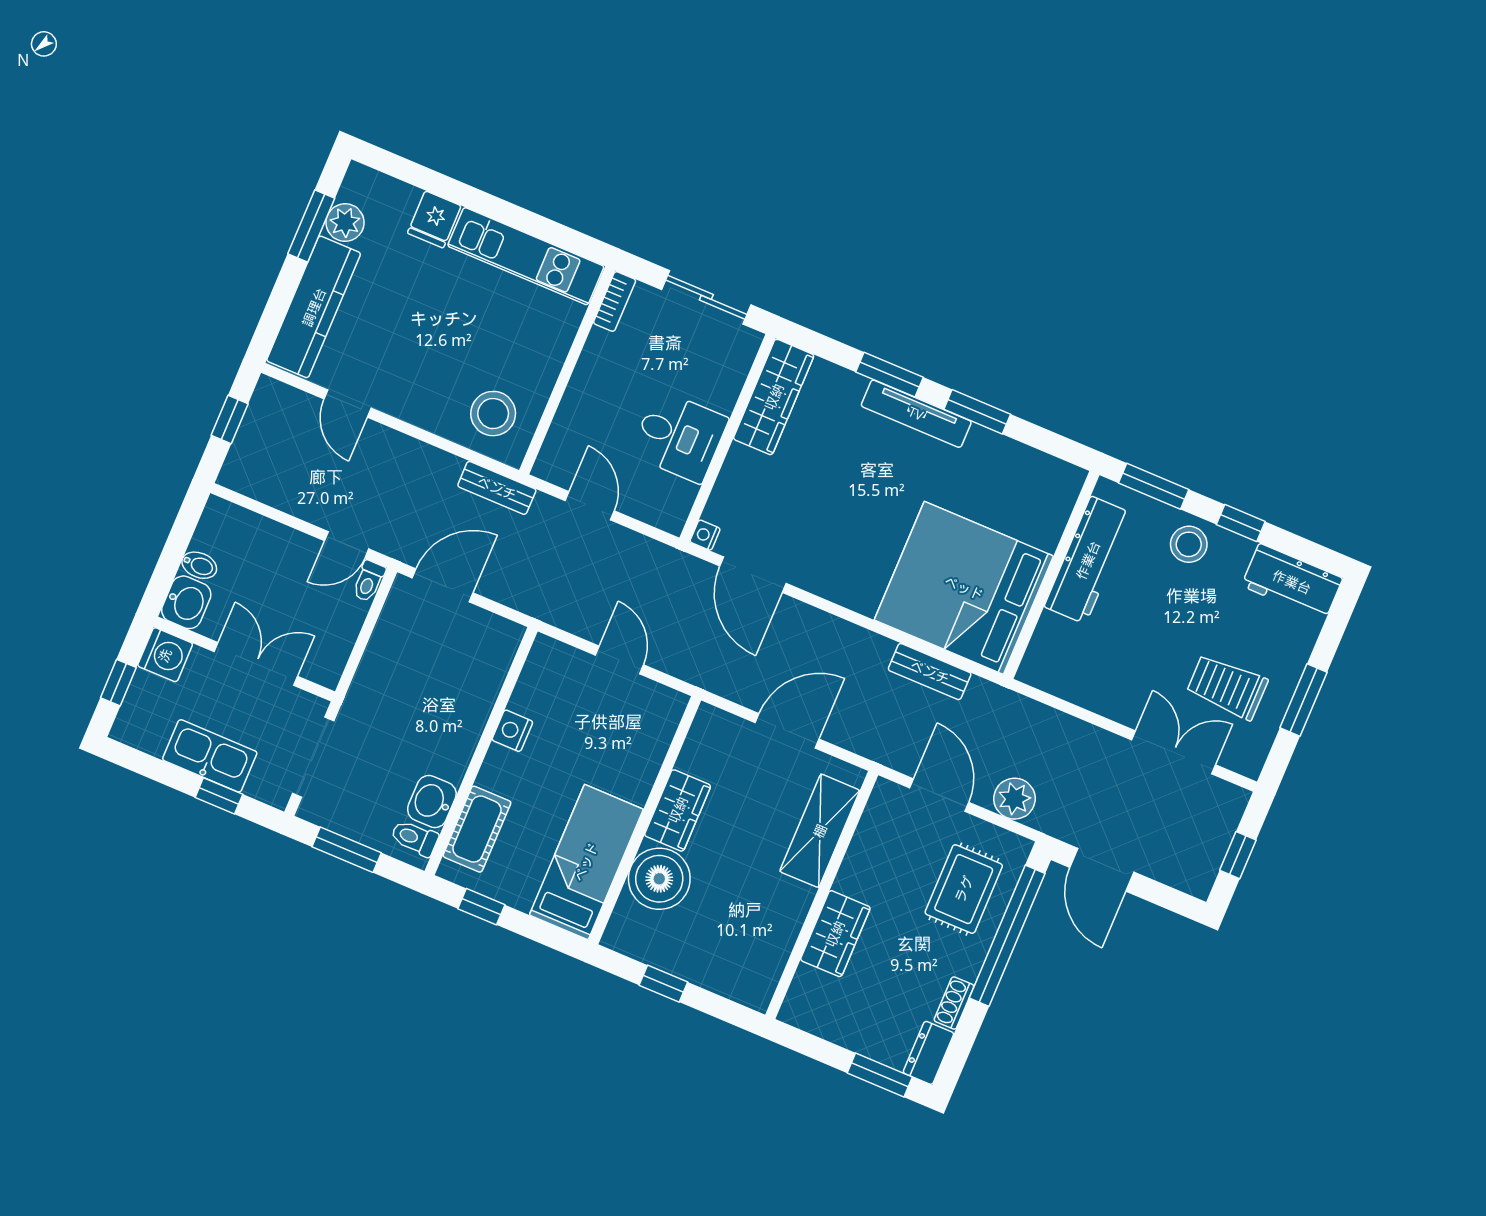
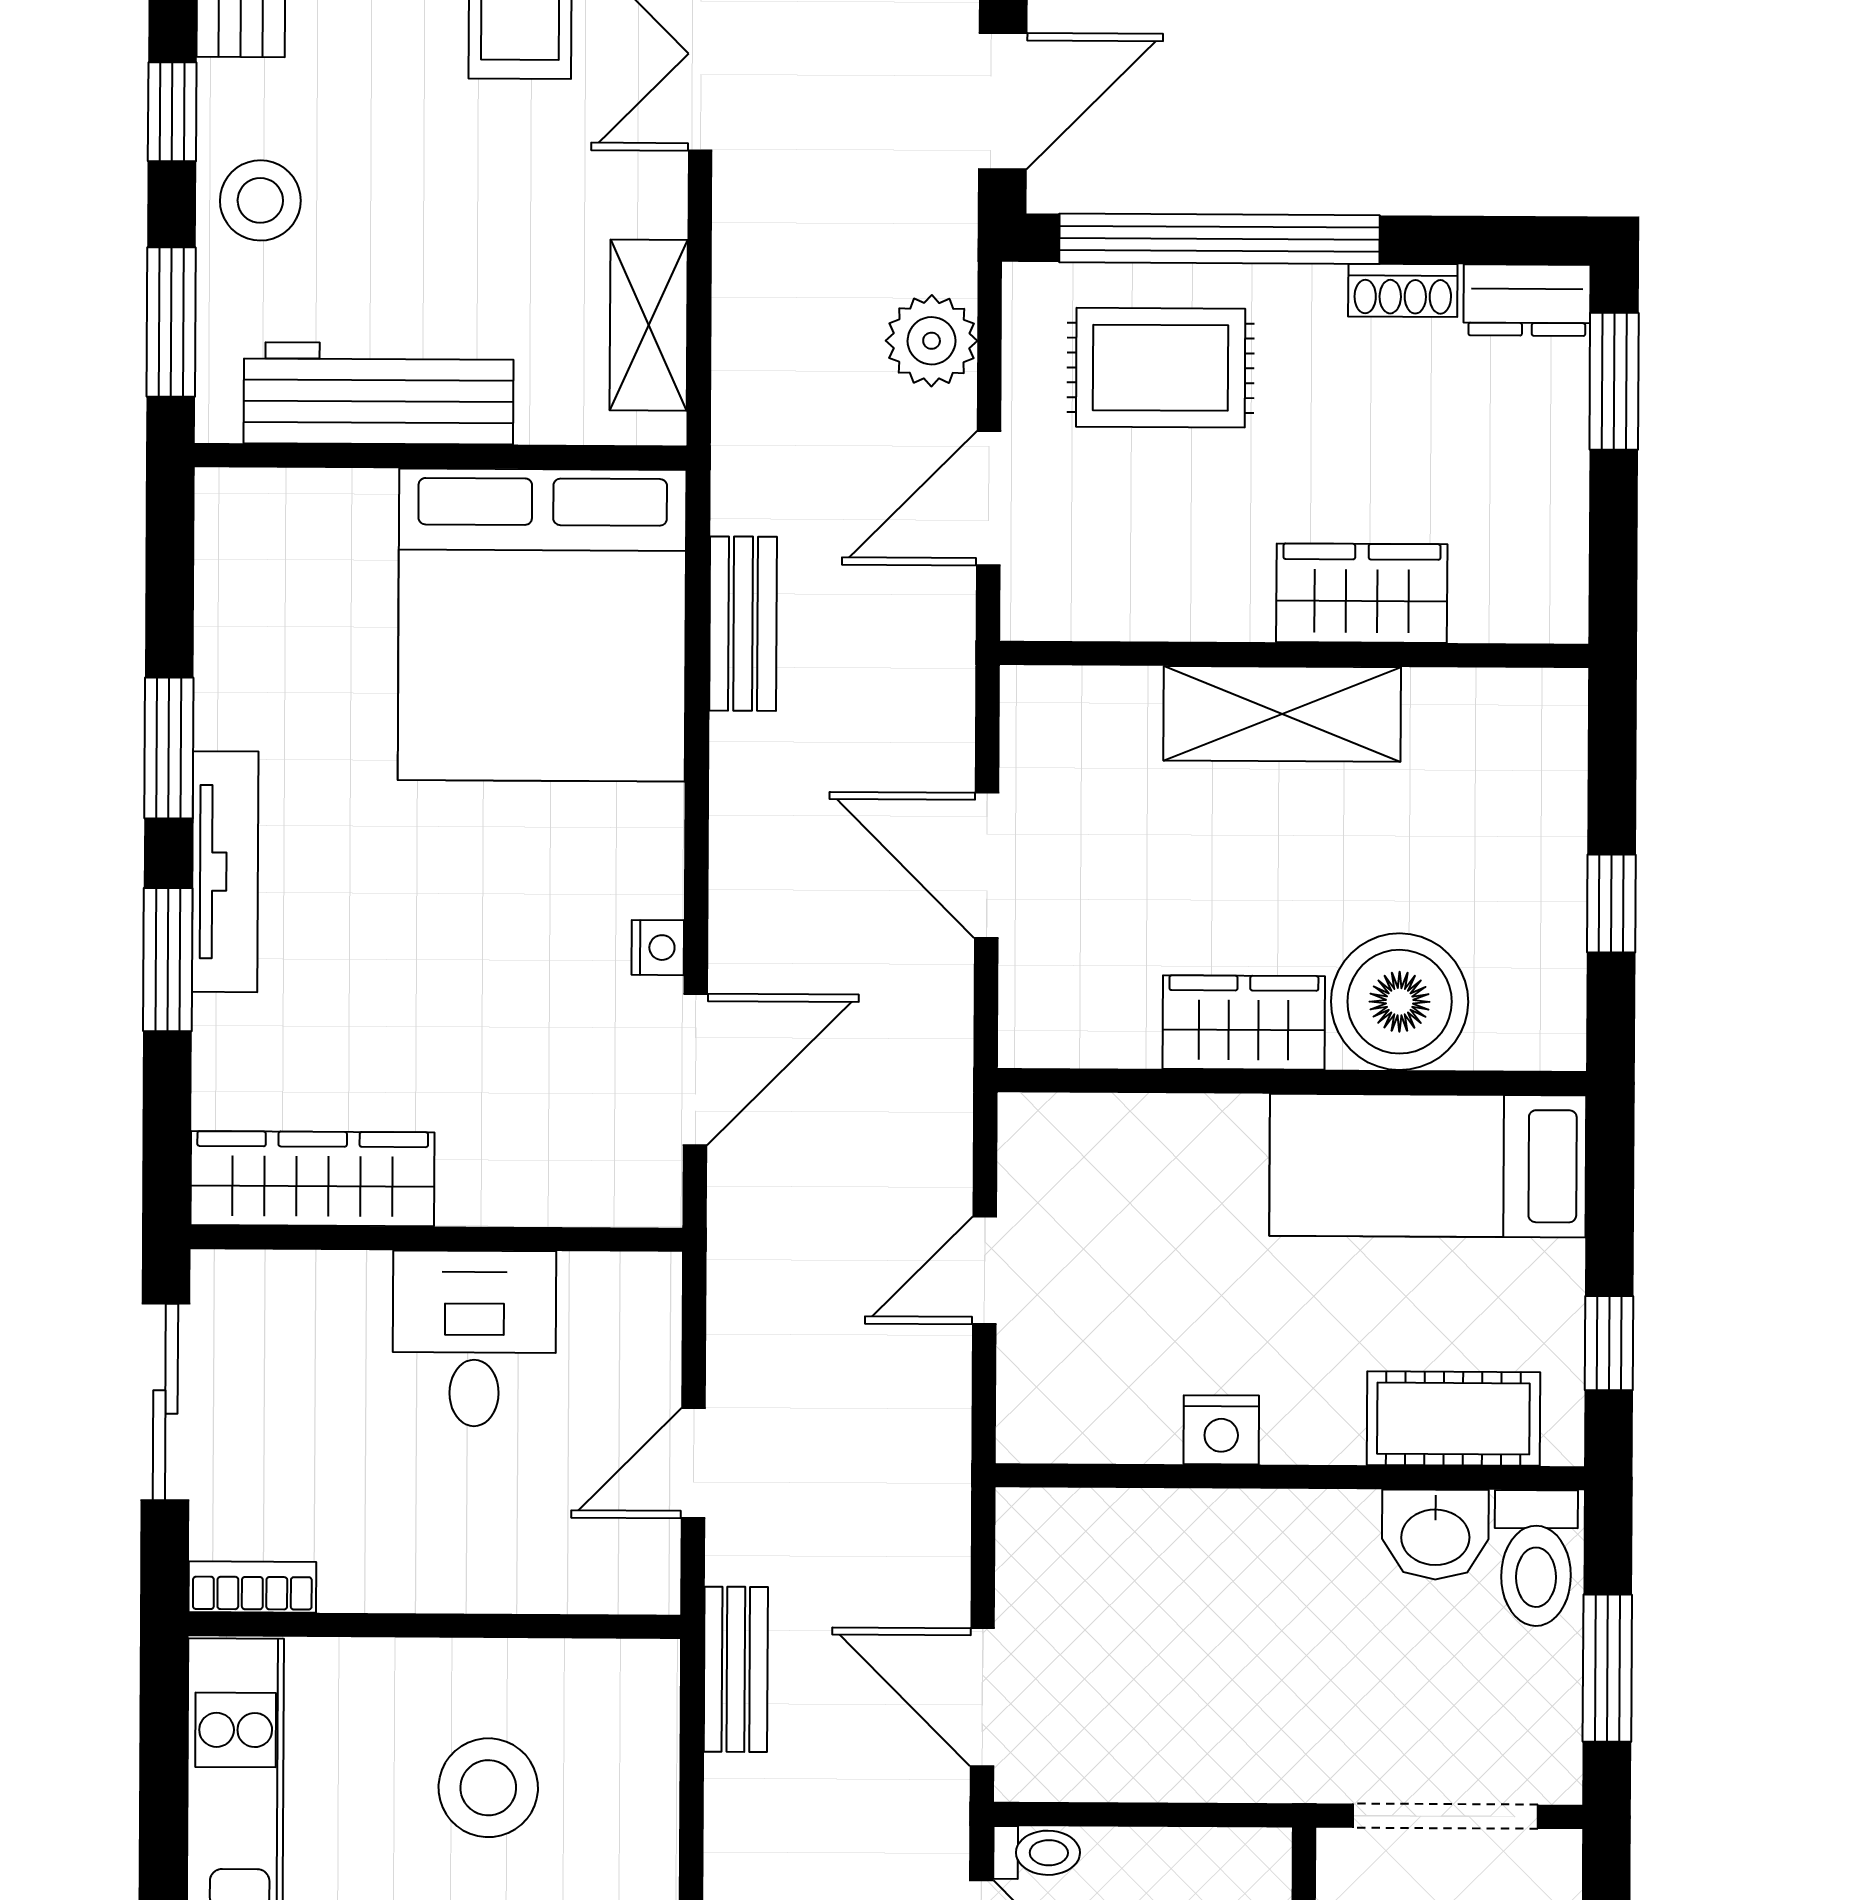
stool: (493, 414) -> (488, 1788), moved
nightstand: (705, 535) -> (658, 948), moved, turned -90
shelving: (1070, 684) -> (649, 325), added
shelving: (820, 831) -> (1282, 714), moved
toilet: (414, 838) -> (1536, 1558), width x1.37, depth x1.39

